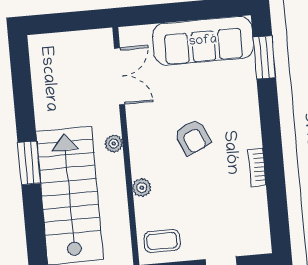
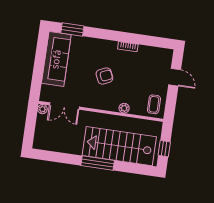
double door: (120, 76) -> (64, 106), swing flipped
plant: (114, 143) -> (42, 109), moved
window: (29, 163) -> (98, 163), width x1.44

